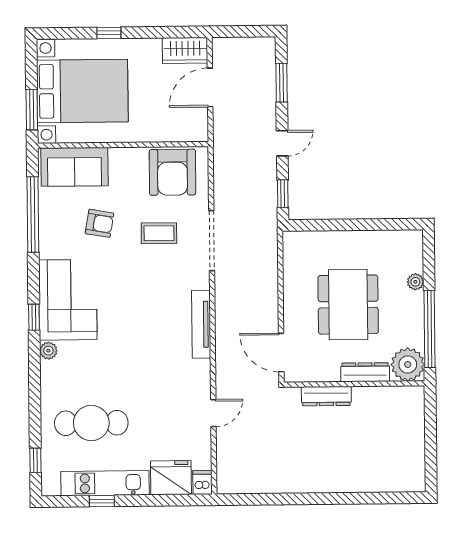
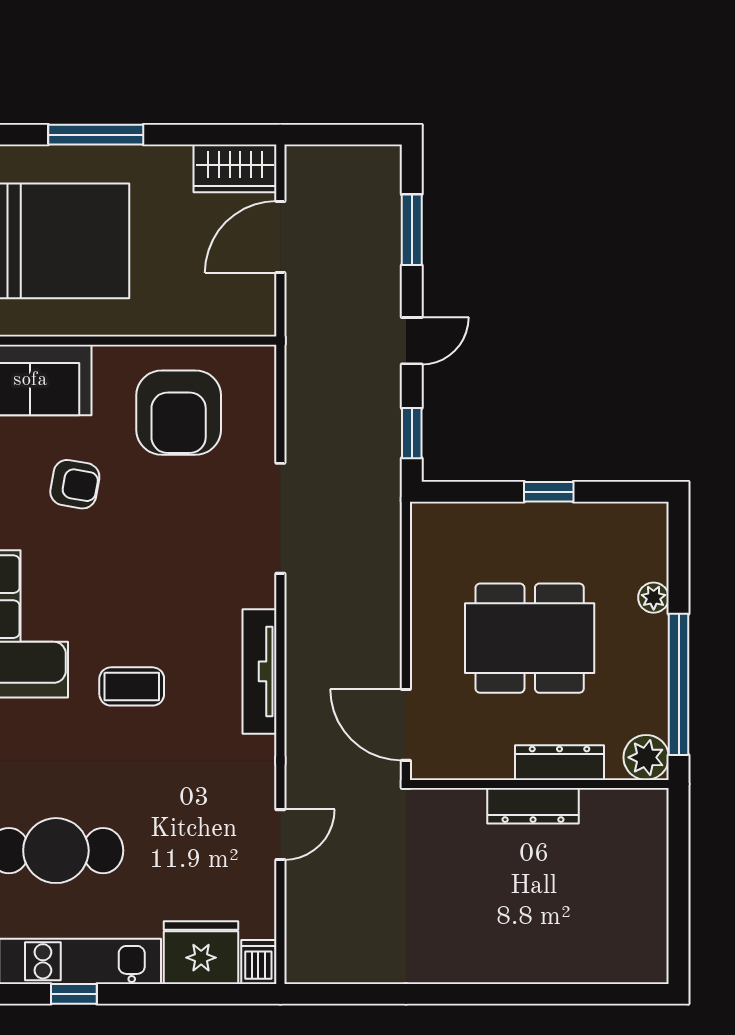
window: (109, 33) -> (96, 135), width x2.17
armchair: (172, 172) -> (179, 413), moved
window: (358, 225) -> (549, 492), added
coffee table: (159, 233) -> (132, 686), moved
dining table: (348, 305) -> (530, 638), turned 90
plant: (408, 364) -> (646, 757), width x0.73, depth x0.73
dresser: (326, 396) -> (533, 806), moved

